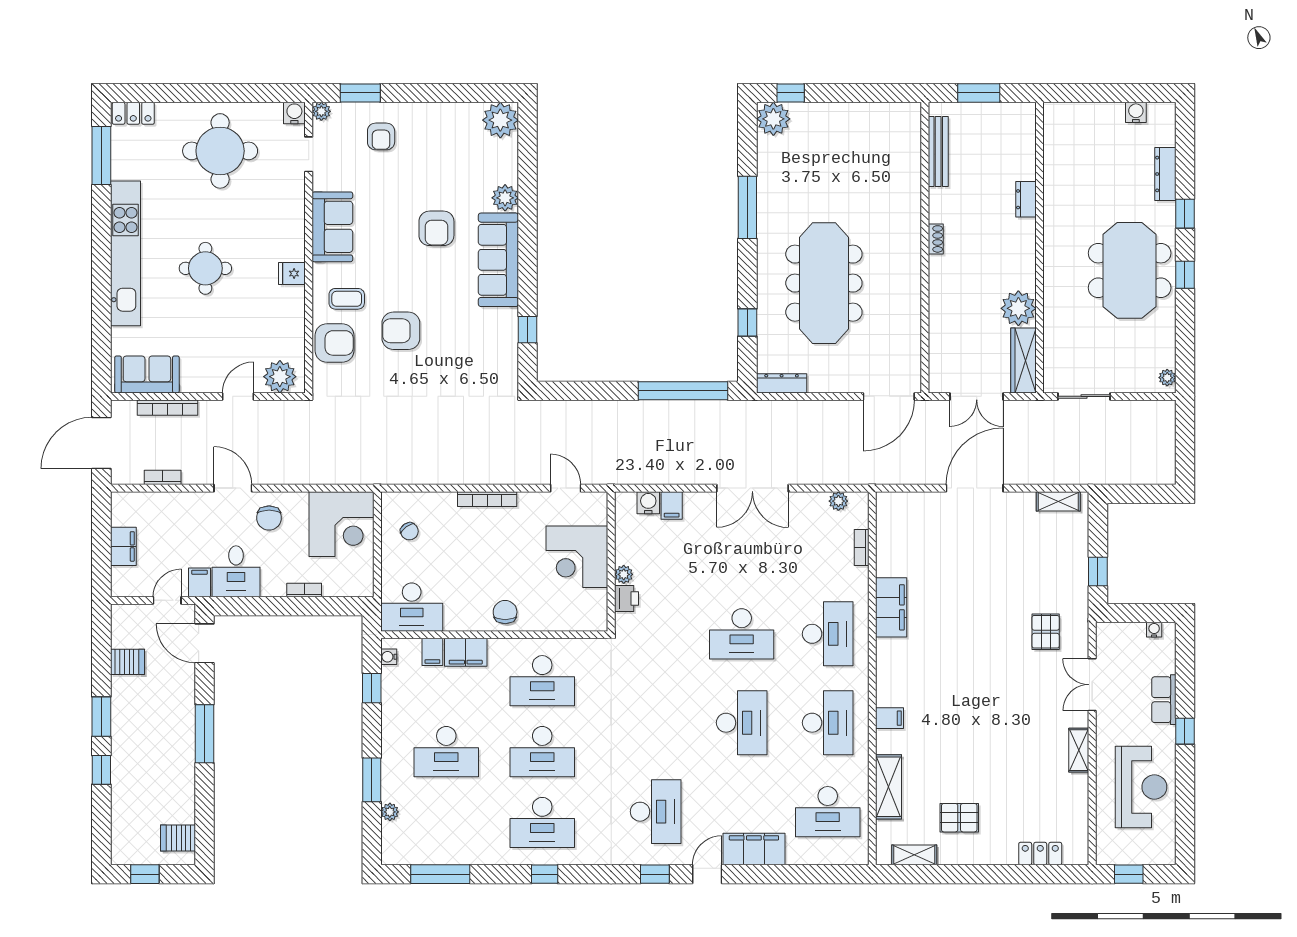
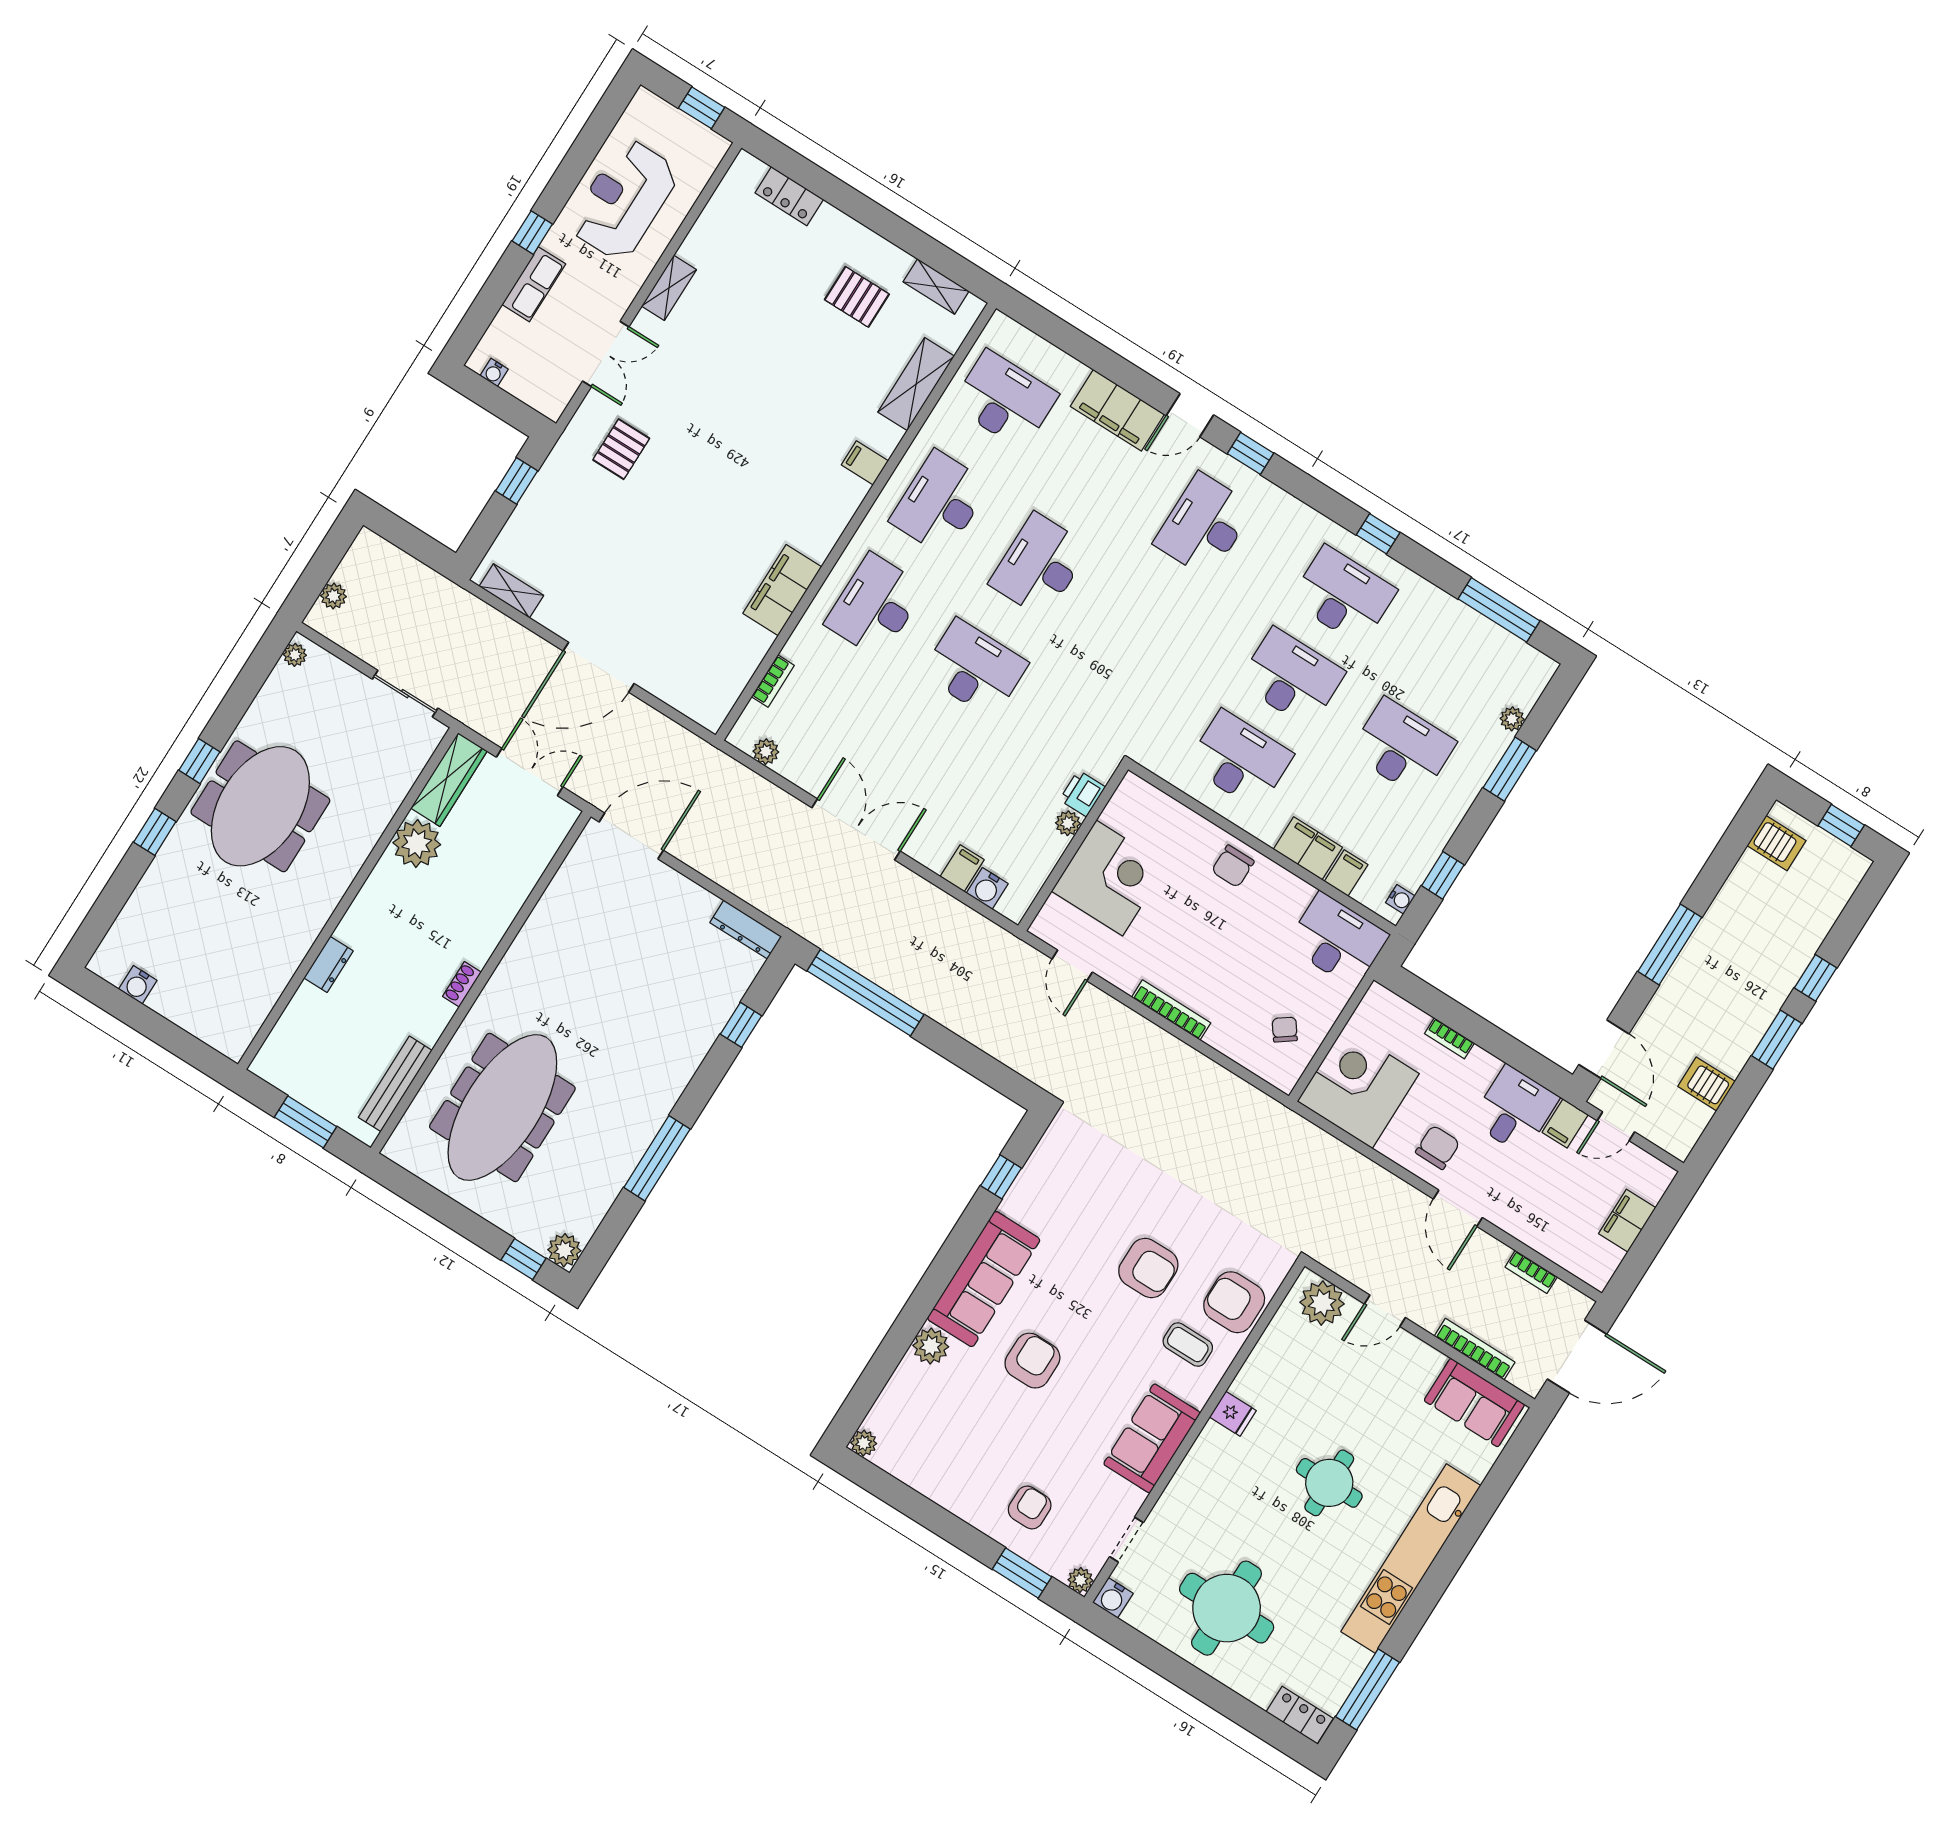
plant: (773, 119) -> (564, 1250), width x0.73, depth x0.73
plant: (500, 120) -> (864, 1443), width x0.53, depth x0.53
dresser: (1165, 174) -> (149, 892), removed
meeting table: (824, 283) -> (502, 1107), moved
plant: (1166, 429) -> (334, 596), added

